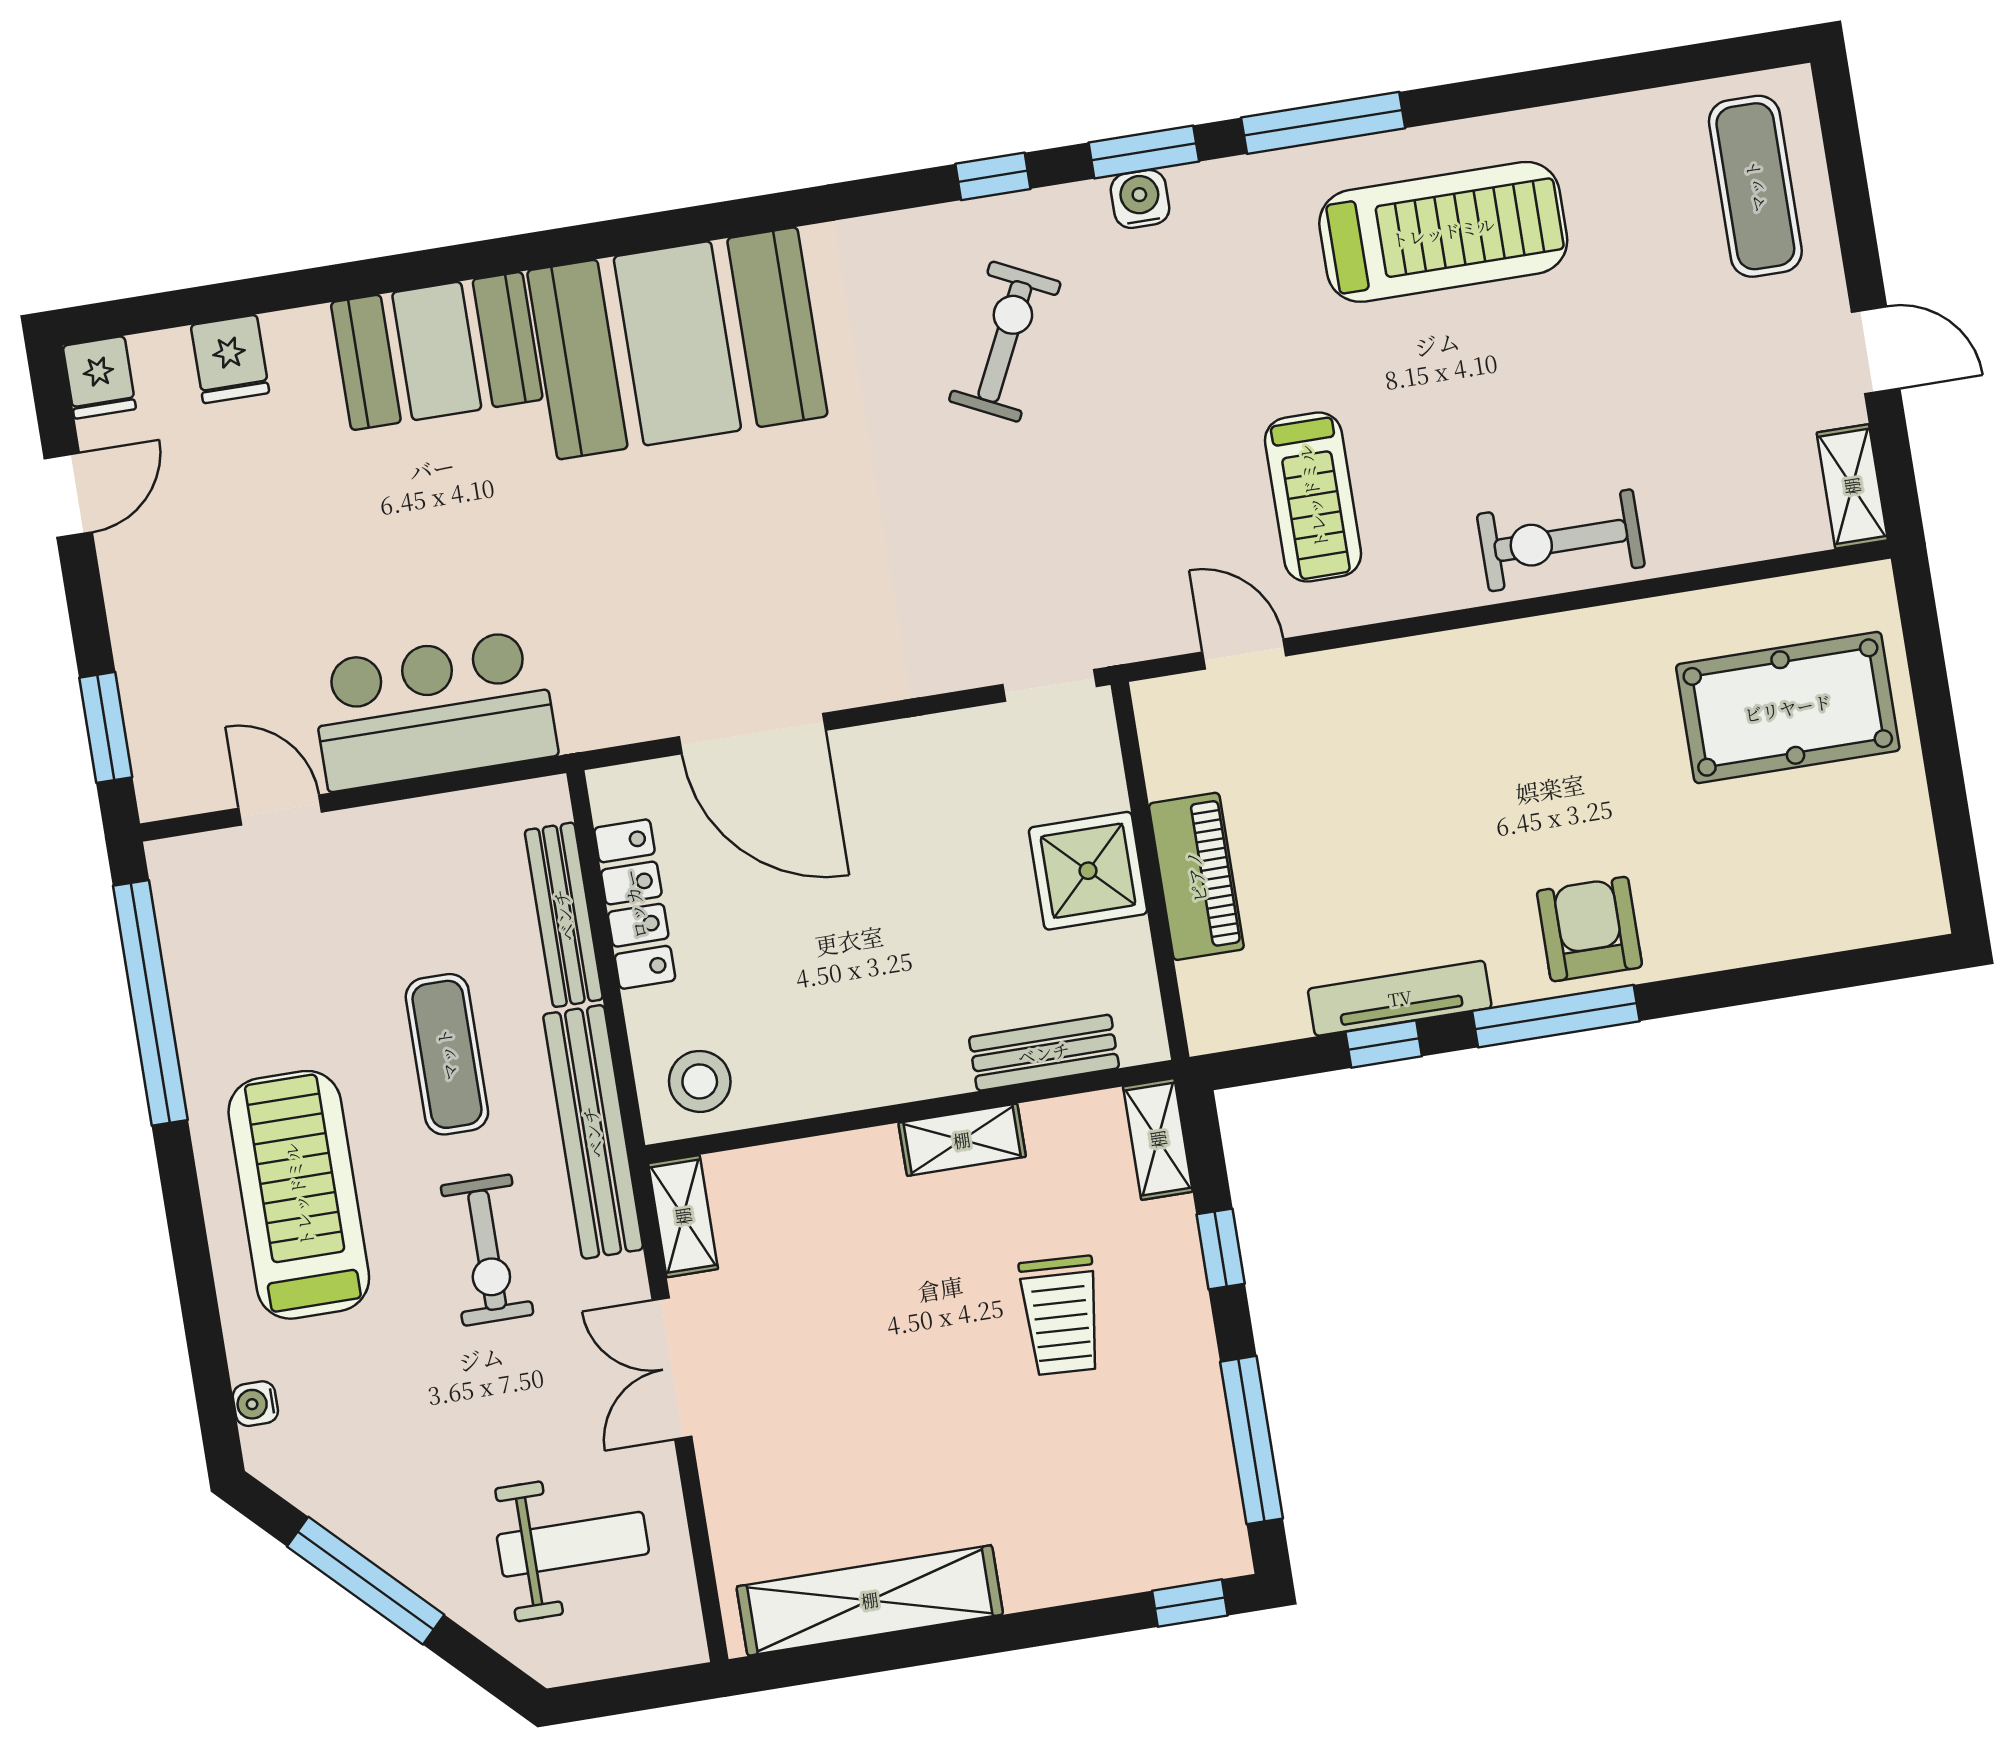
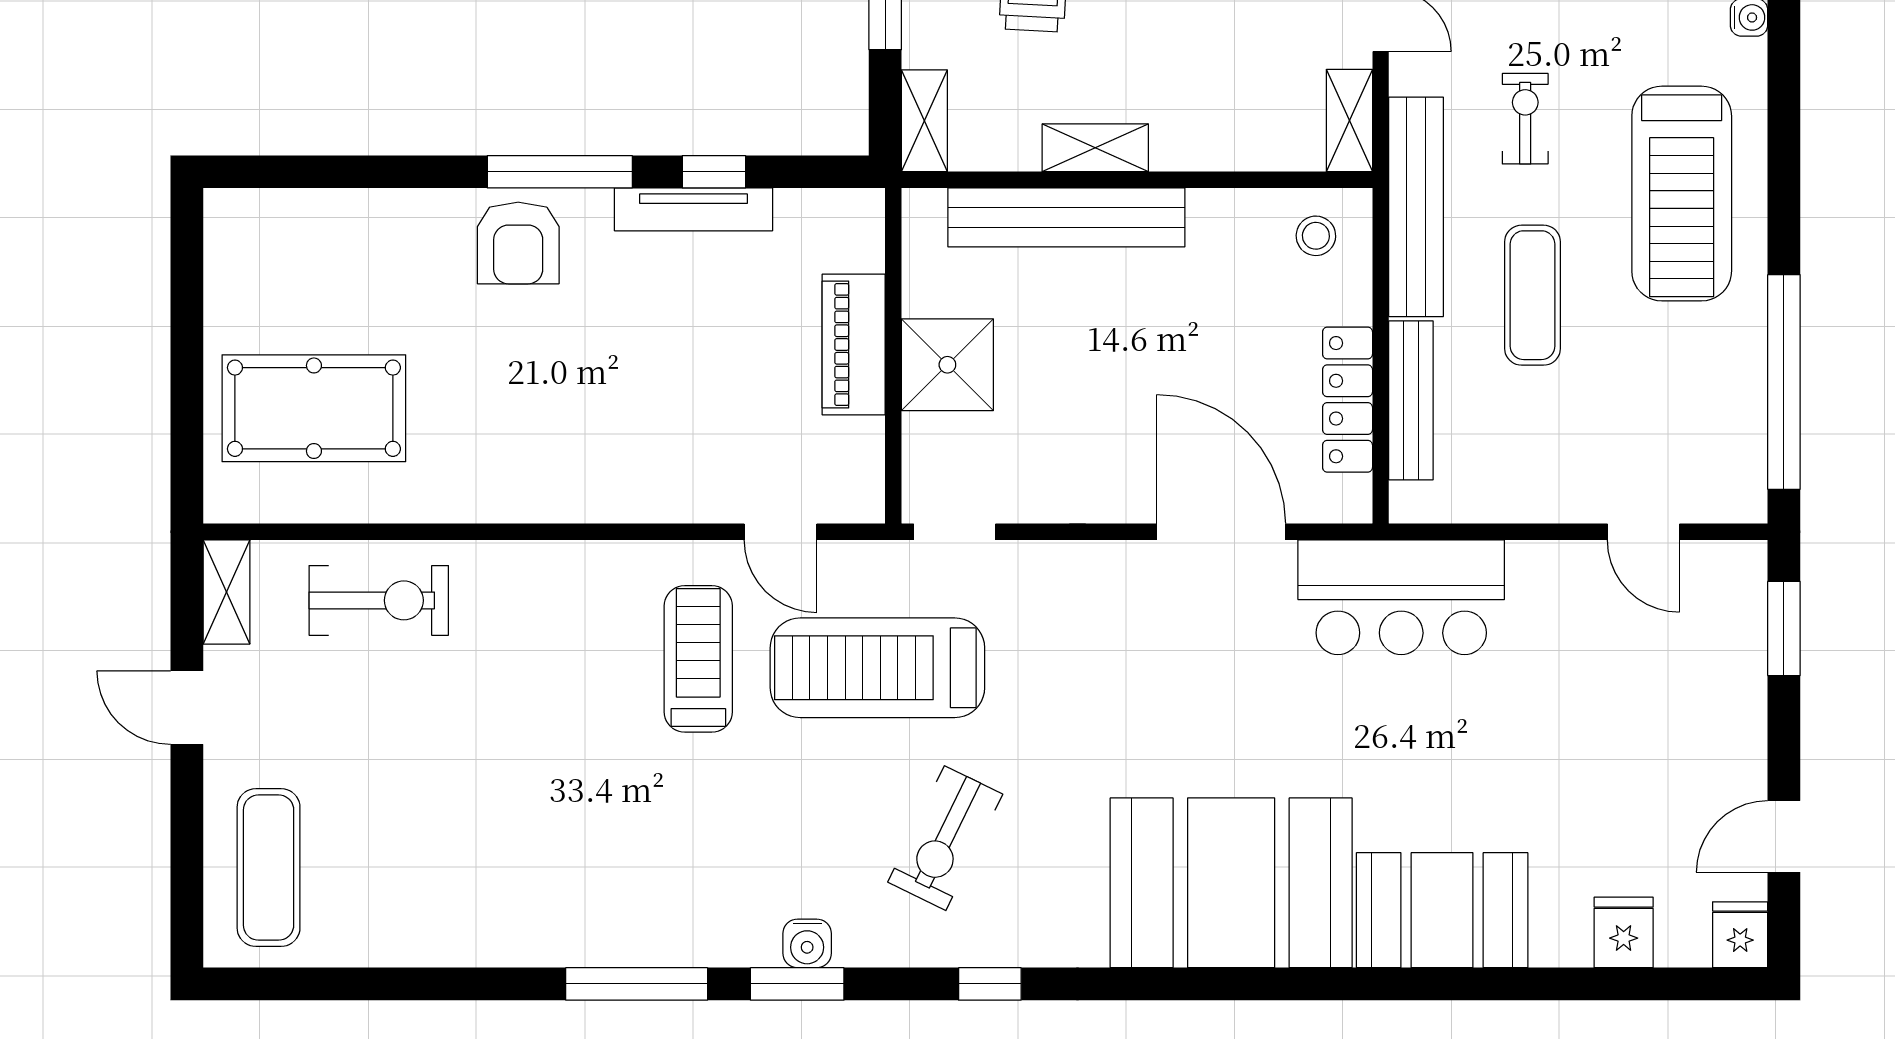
window: (993, 176) -> (990, 984), moved
treadmill: (1443, 232) -> (877, 668), moved
exercise bike: (1561, 540) -> (379, 600), moved
bar counter: (433, 710) -> (1401, 597), moved
bench: (1044, 1053) -> (1066, 217), width x1.86, depth x1.21
stool: (700, 1081) -> (1316, 236), width x0.73, depth x0.73
exercise bike: (487, 1250) -> (1525, 119), width x0.73, depth x0.72

